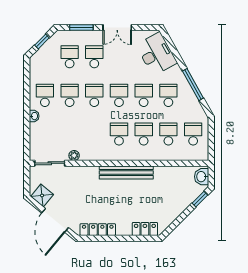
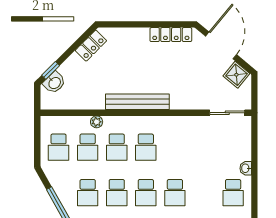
school desk: (70, 95) -> (204, 193), removed
plant: (74, 155) -> (97, 122), moved
washbasin: (202, 177) -> (54, 83), moved, turned 45
locker: (145, 229) -> (91, 46), moved, turned -45

